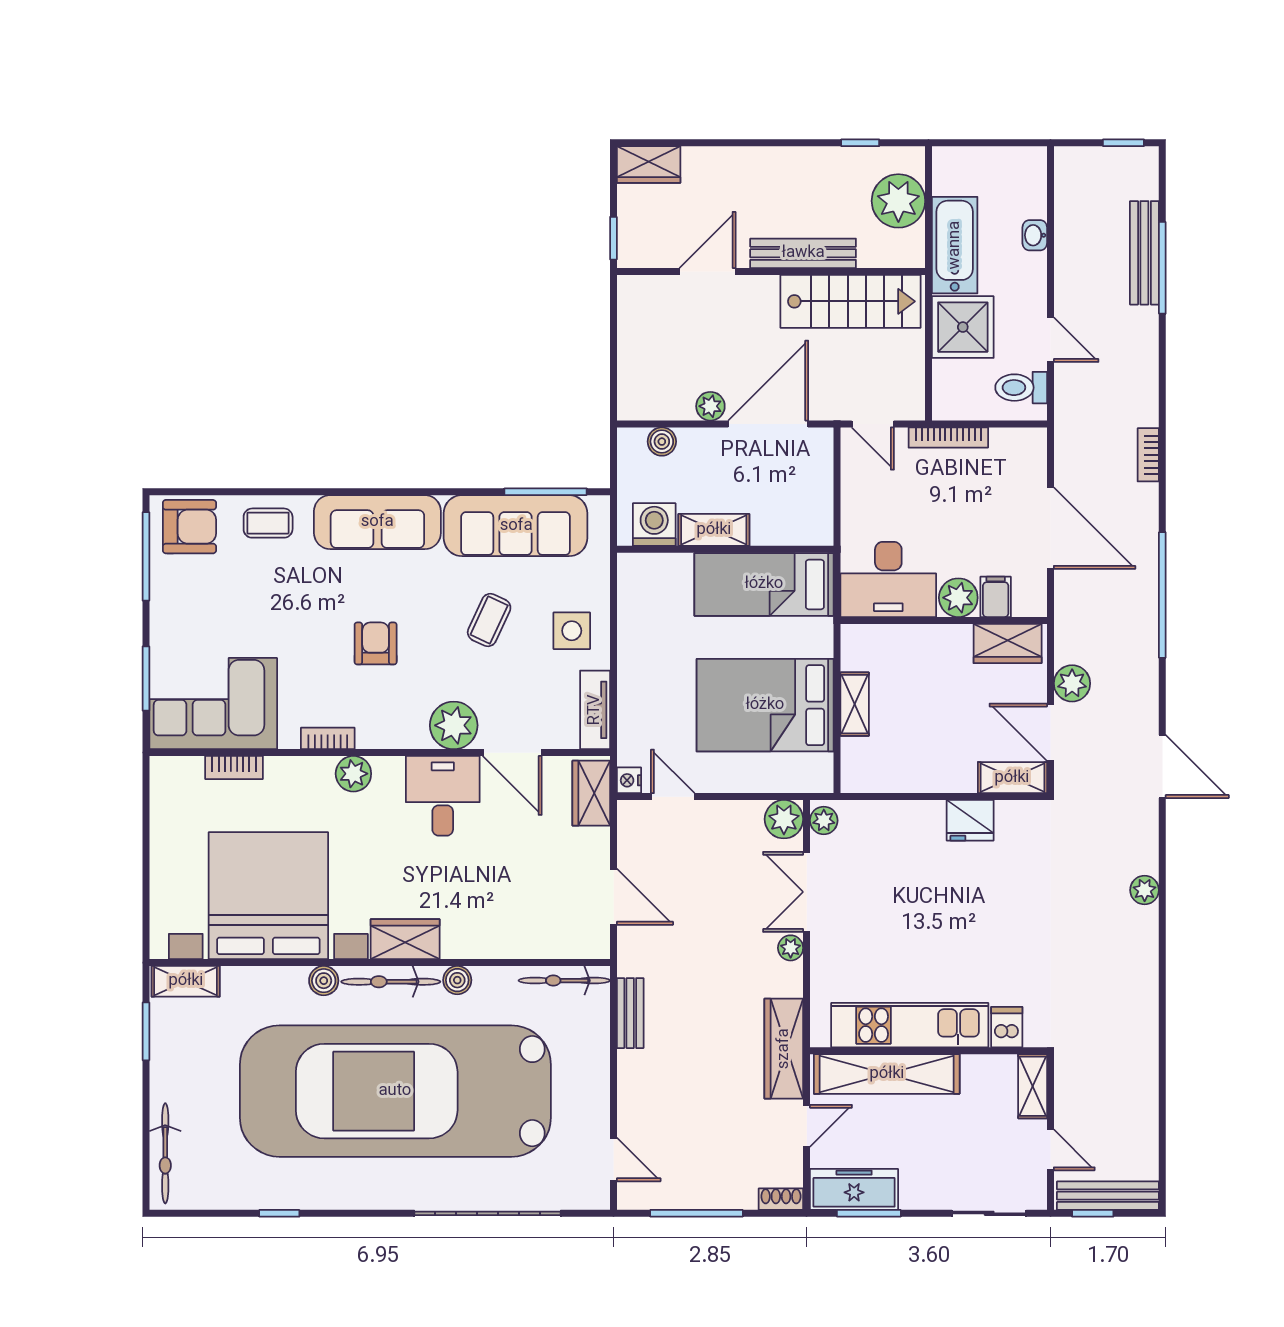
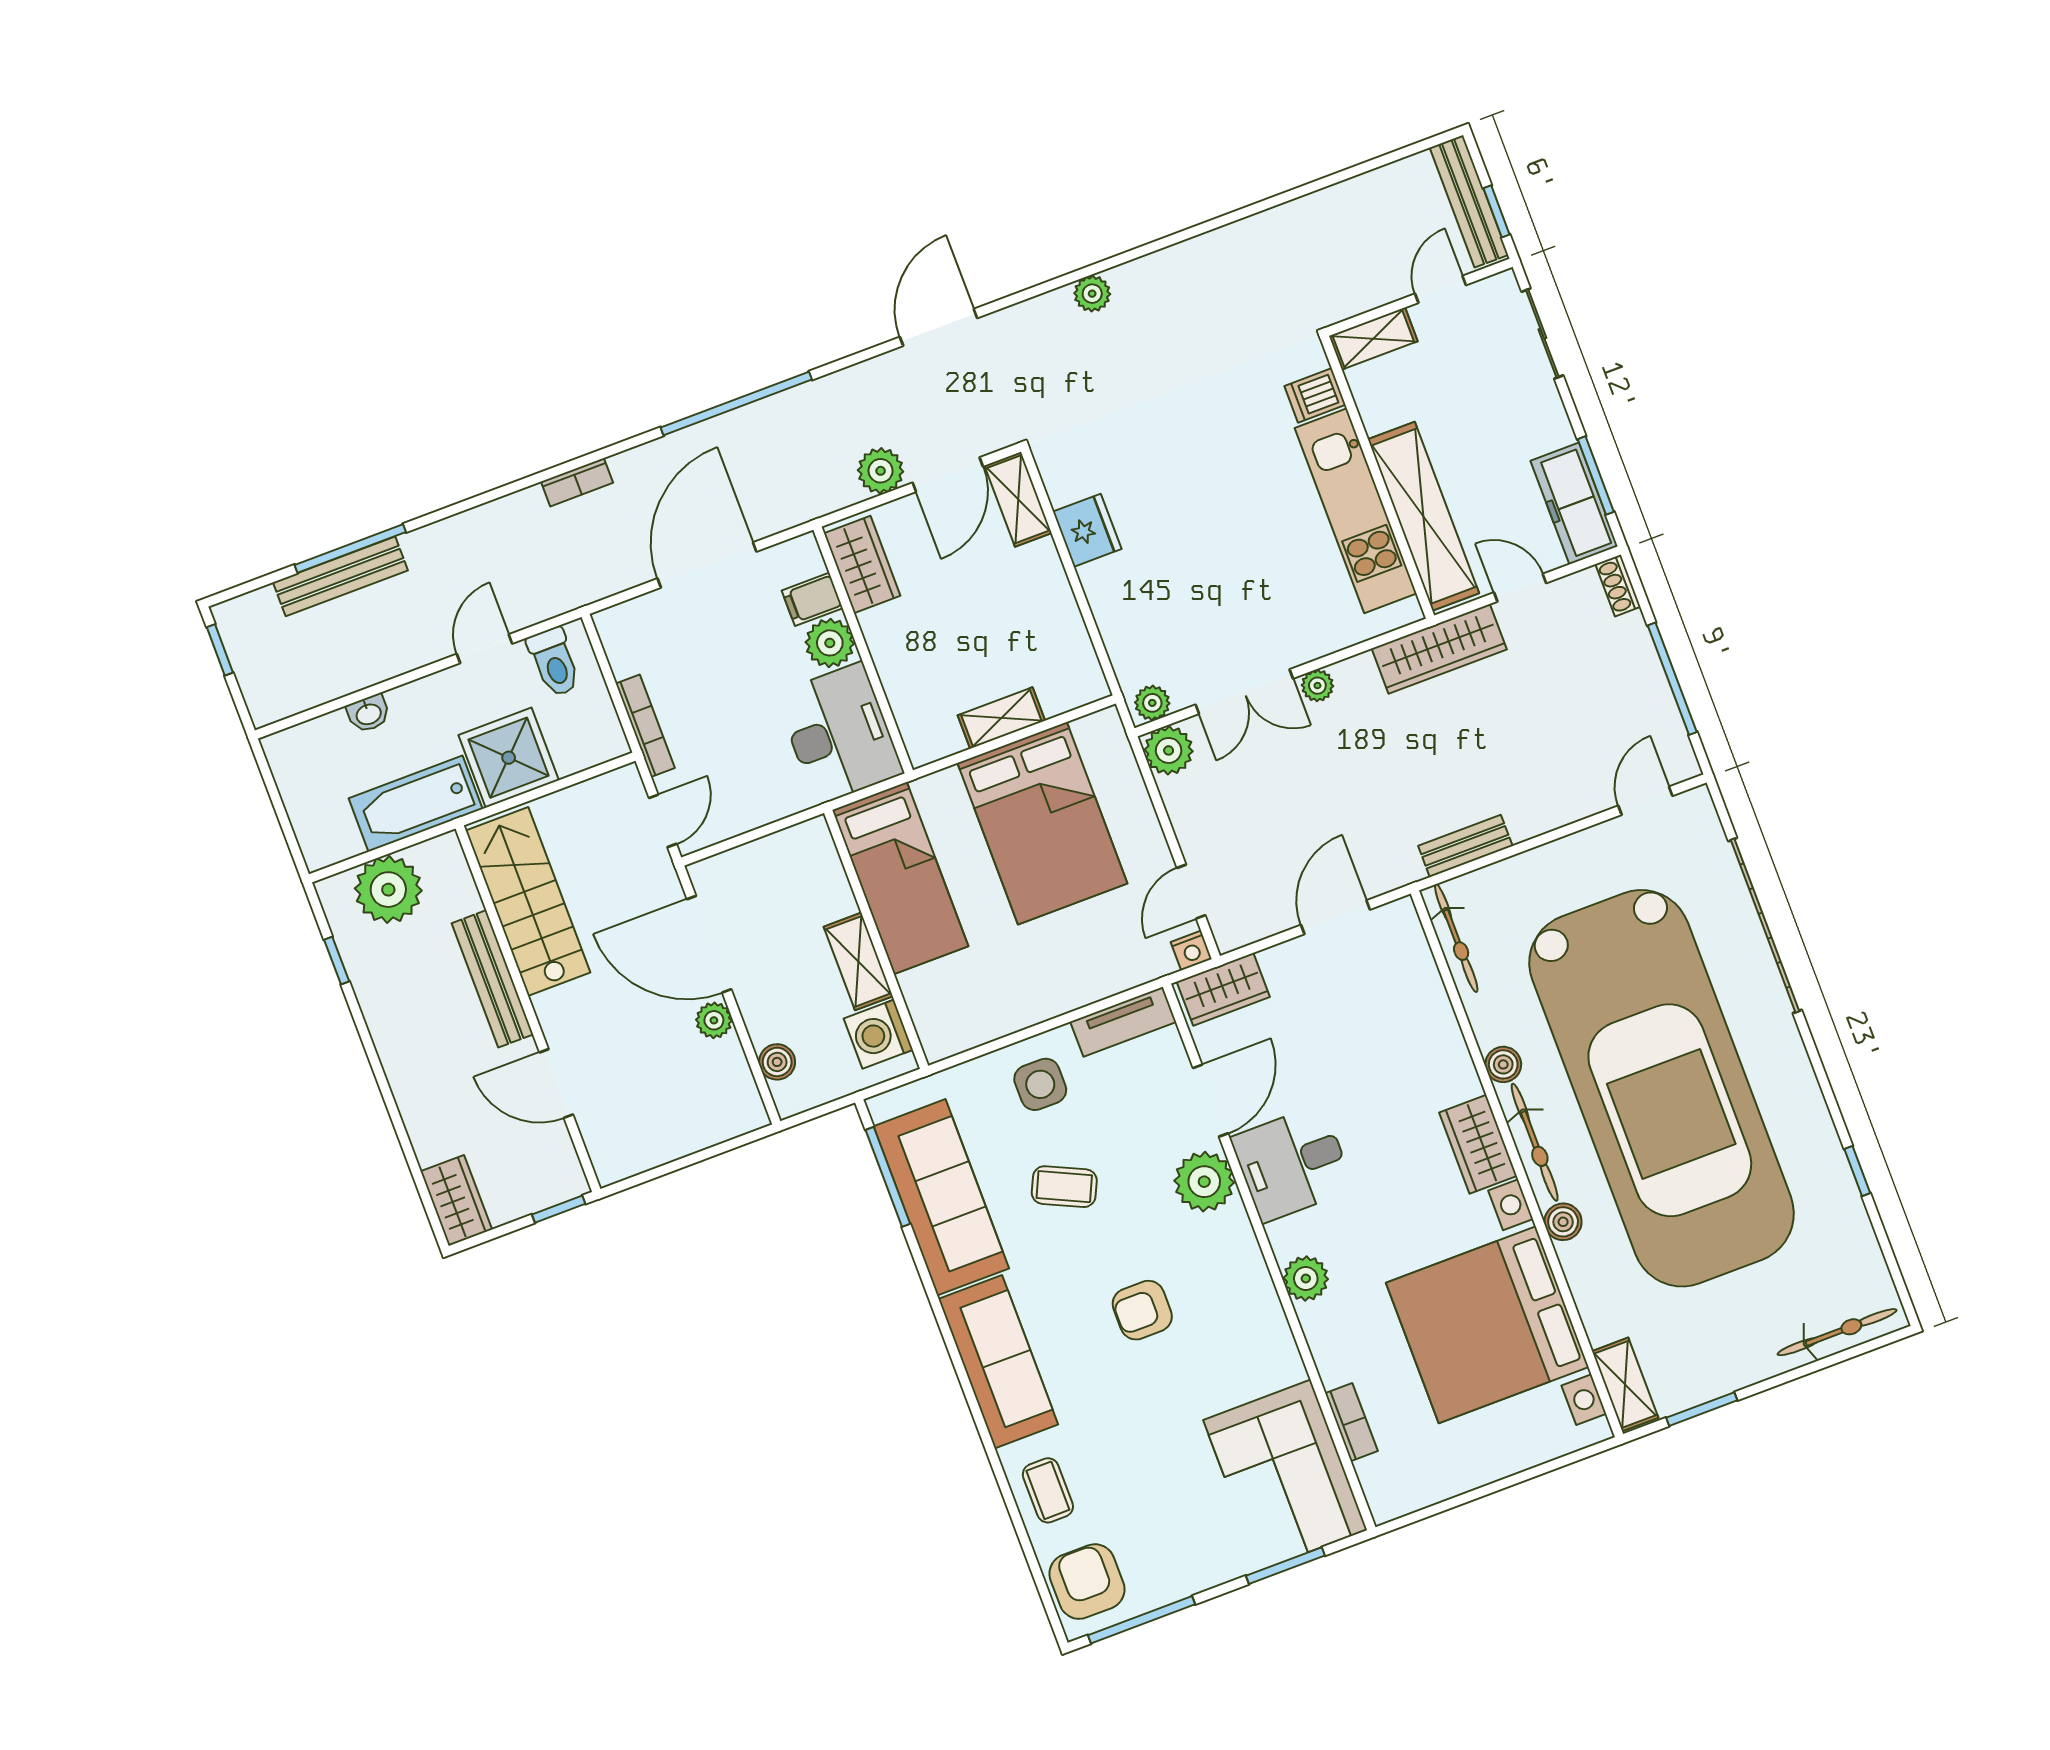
bookcase: (328, 738) -> (1275, 1324), removed

